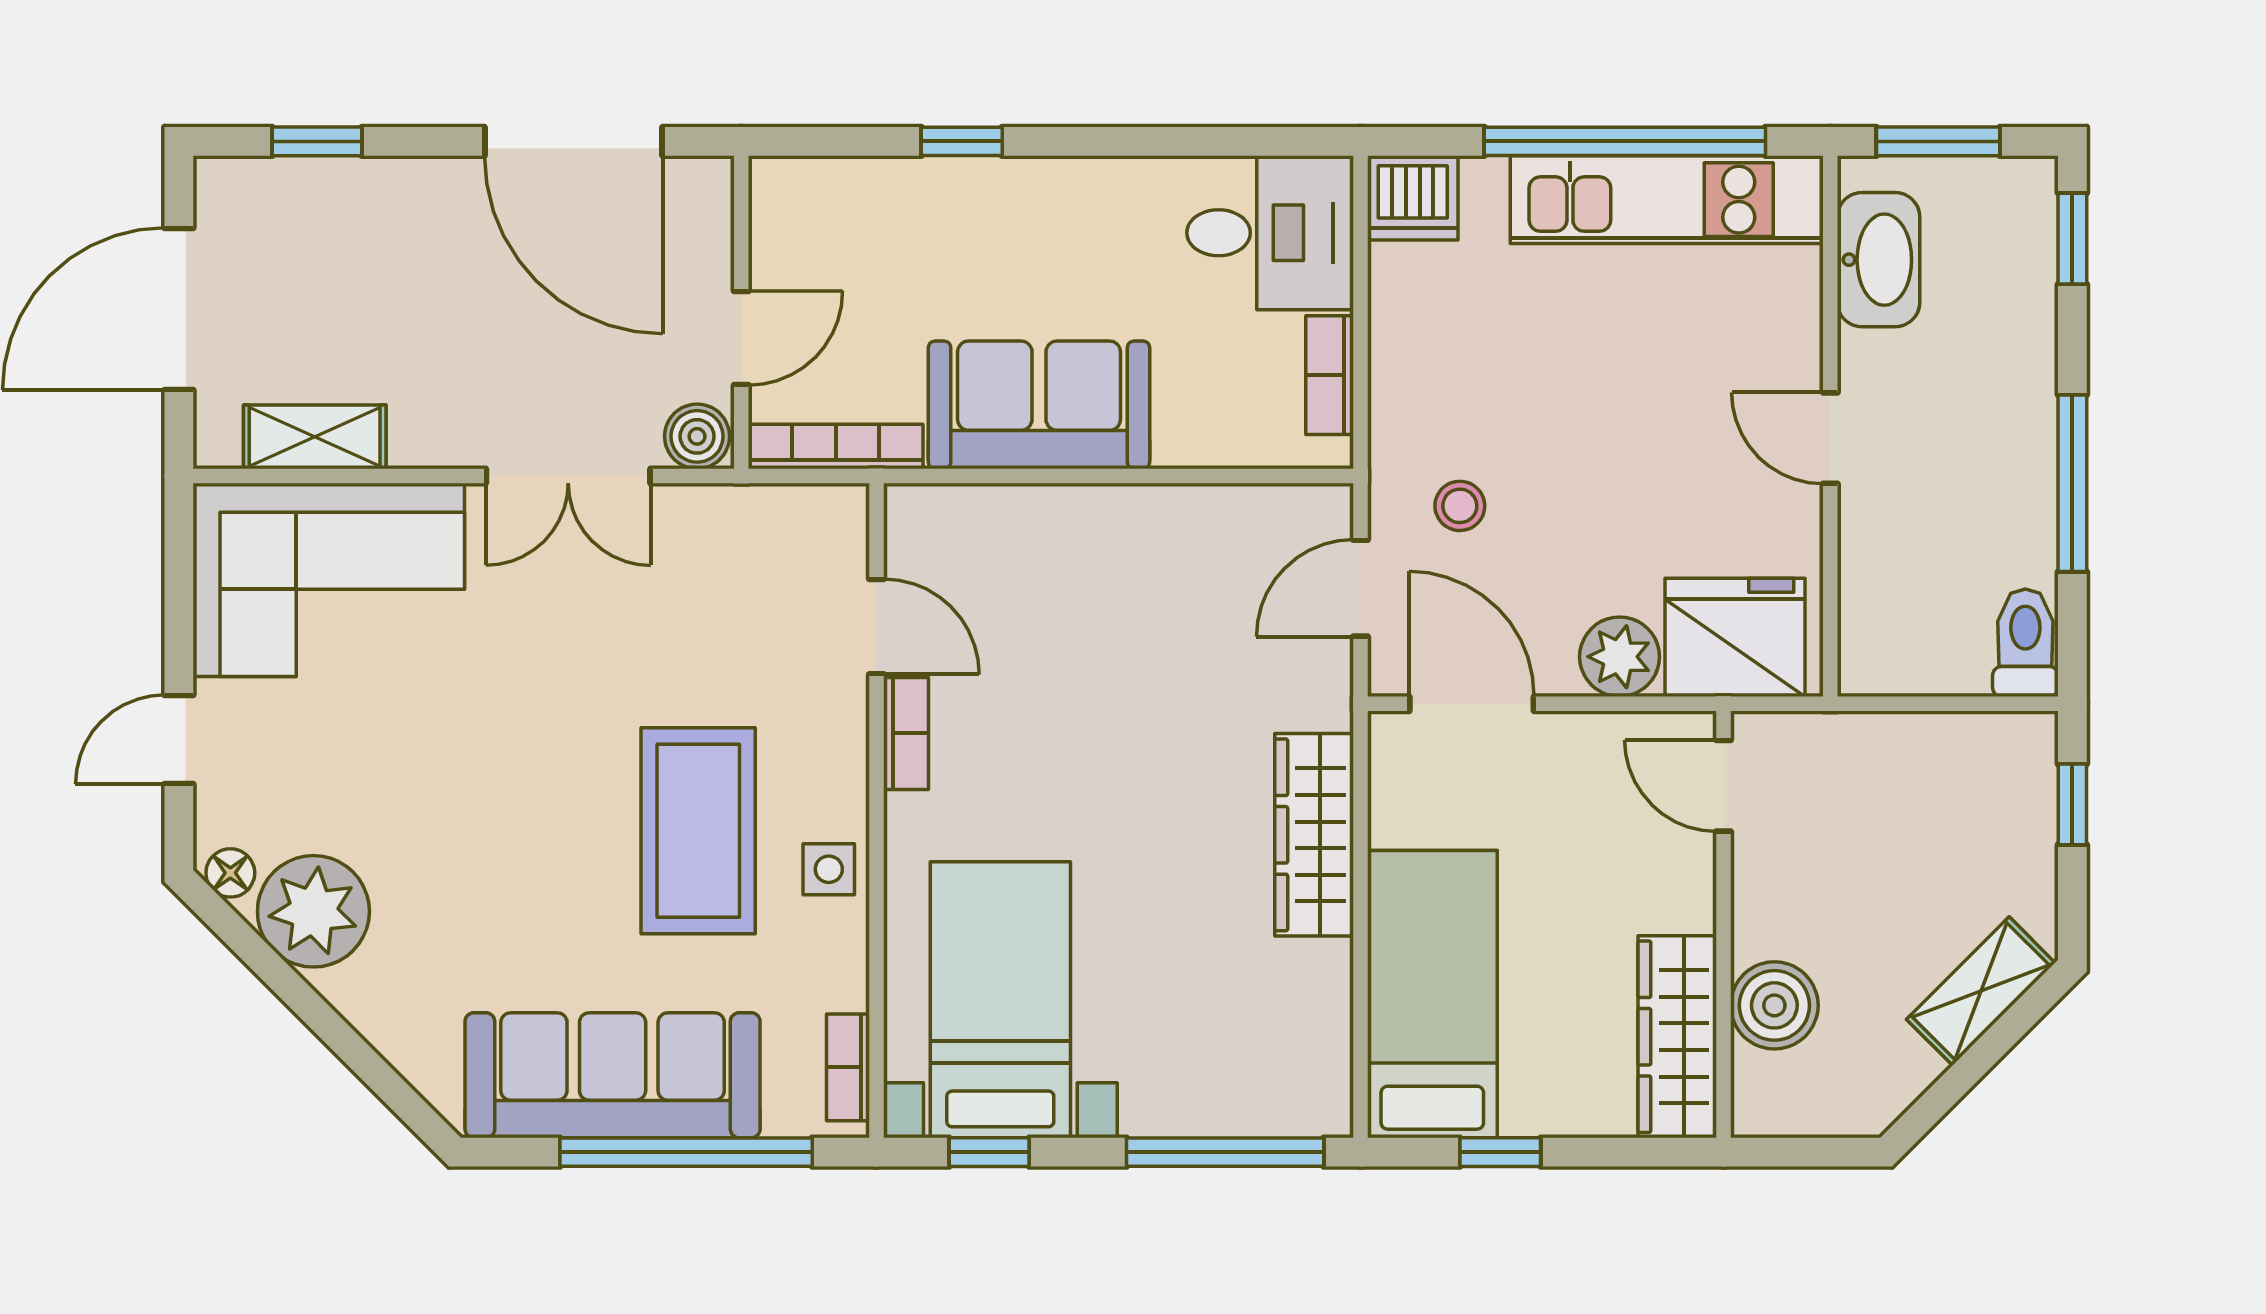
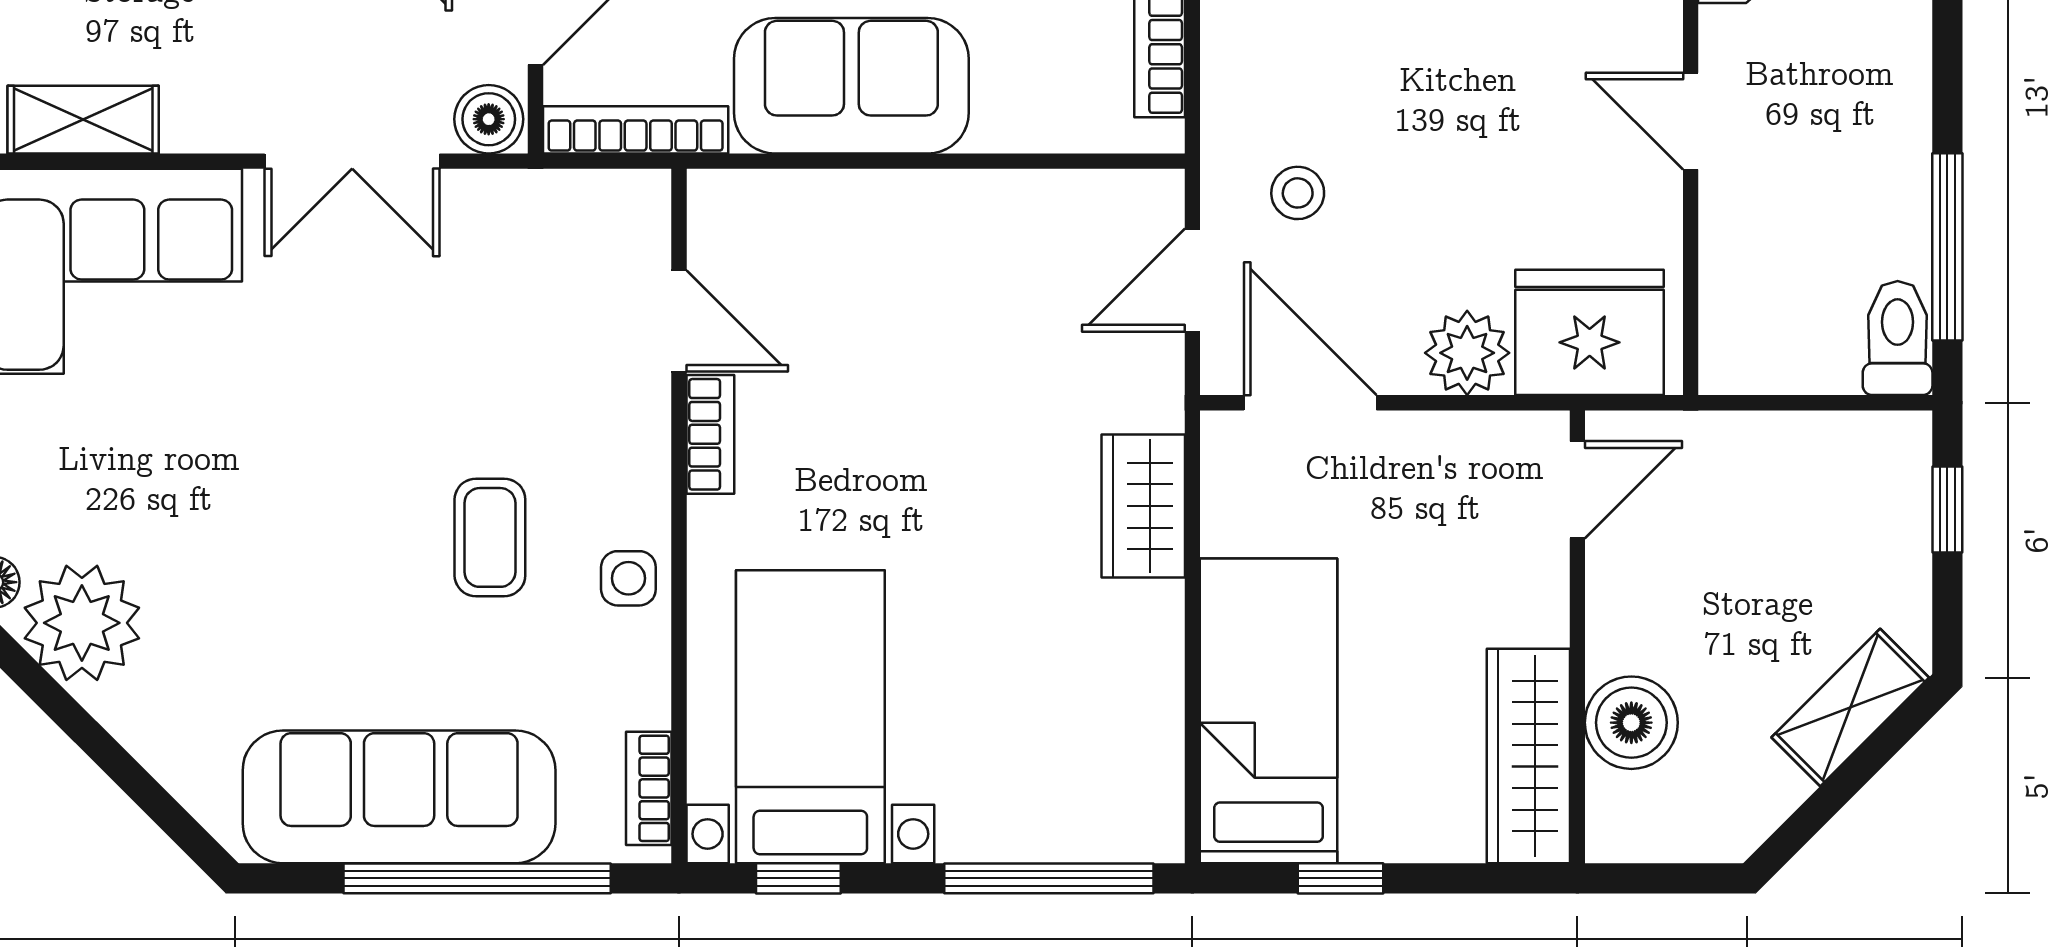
window: (2072, 483) -> (1947, 247), moved
door: (1724, 786) -> (1577, 490), swing flipped
coffee table: (698, 831) -> (490, 537), width x0.54, depth x0.58
wardrobe: (1314, 835) -> (1143, 506), width x0.67

